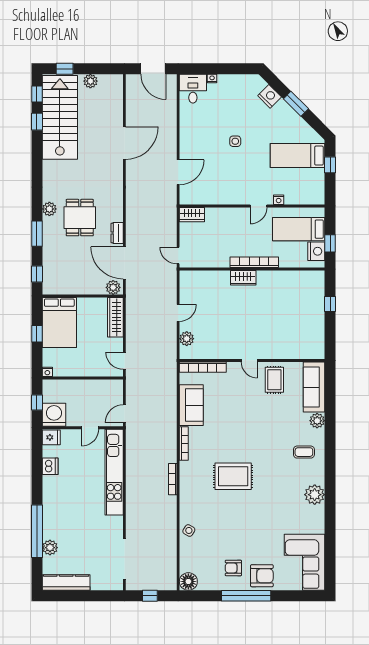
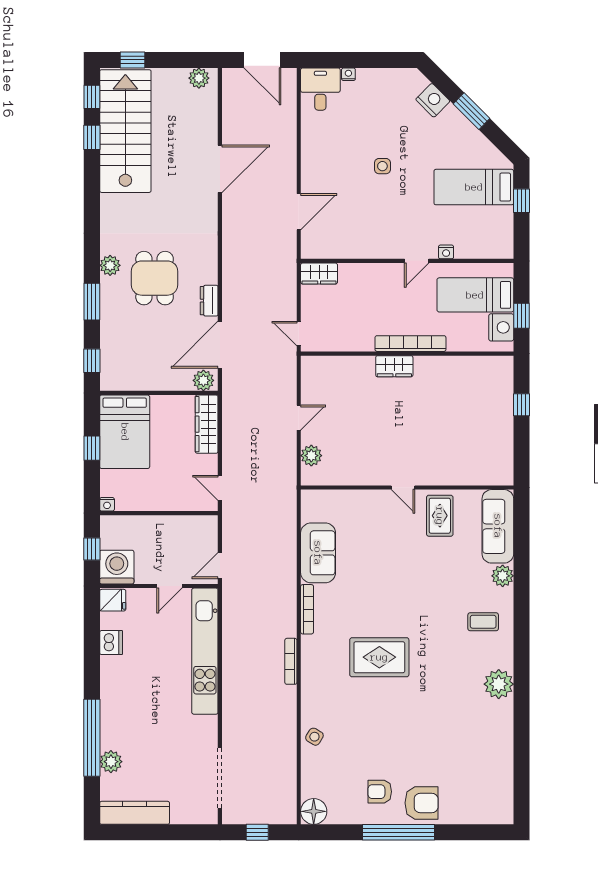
plant: (90, 81) -> (199, 78), moved
door: (124, 263) -> (220, 345), hinge flipped
bookcase: (203, 367) -> (335, 497), removed
corner sofa: (305, 562) -> (484, 783), removed

